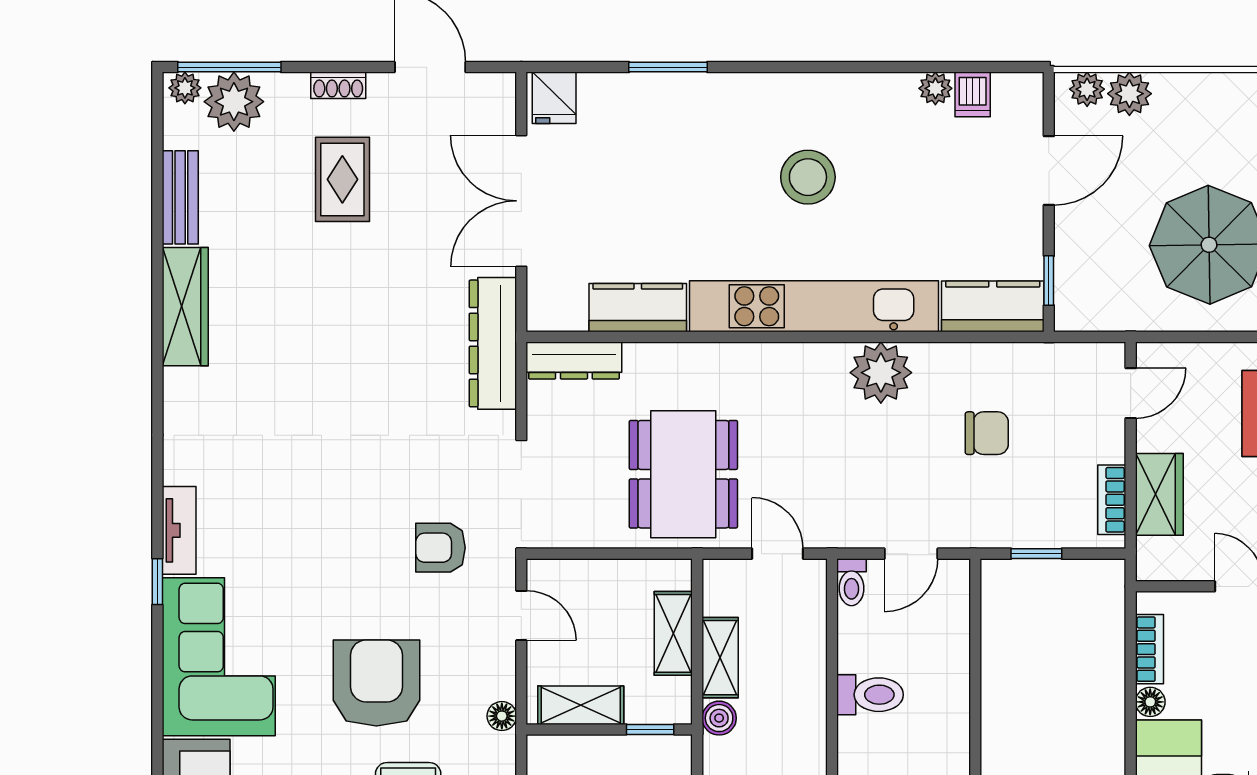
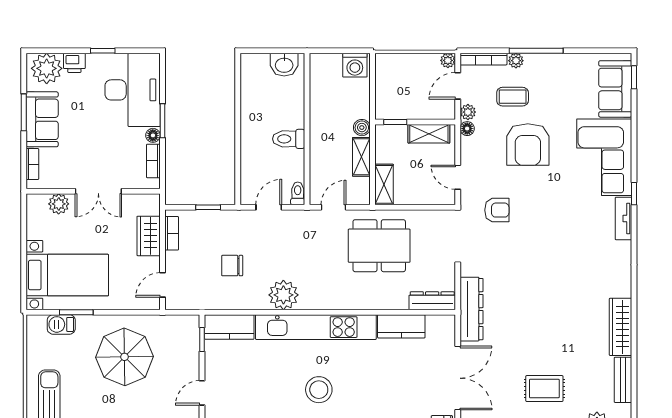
door: (1049, 170) -> (202, 393), width x0.73
rug: (342, 179) -> (544, 389), turned 90
dining table: (683, 474) -> (379, 246), turned 90
door: (777, 554) -> (334, 207), swing flipped
shelving: (673, 633) -> (384, 184), moved
window: (1131, 732) -> (162, 121), added
plant: (500, 750) -> (468, 112), added

